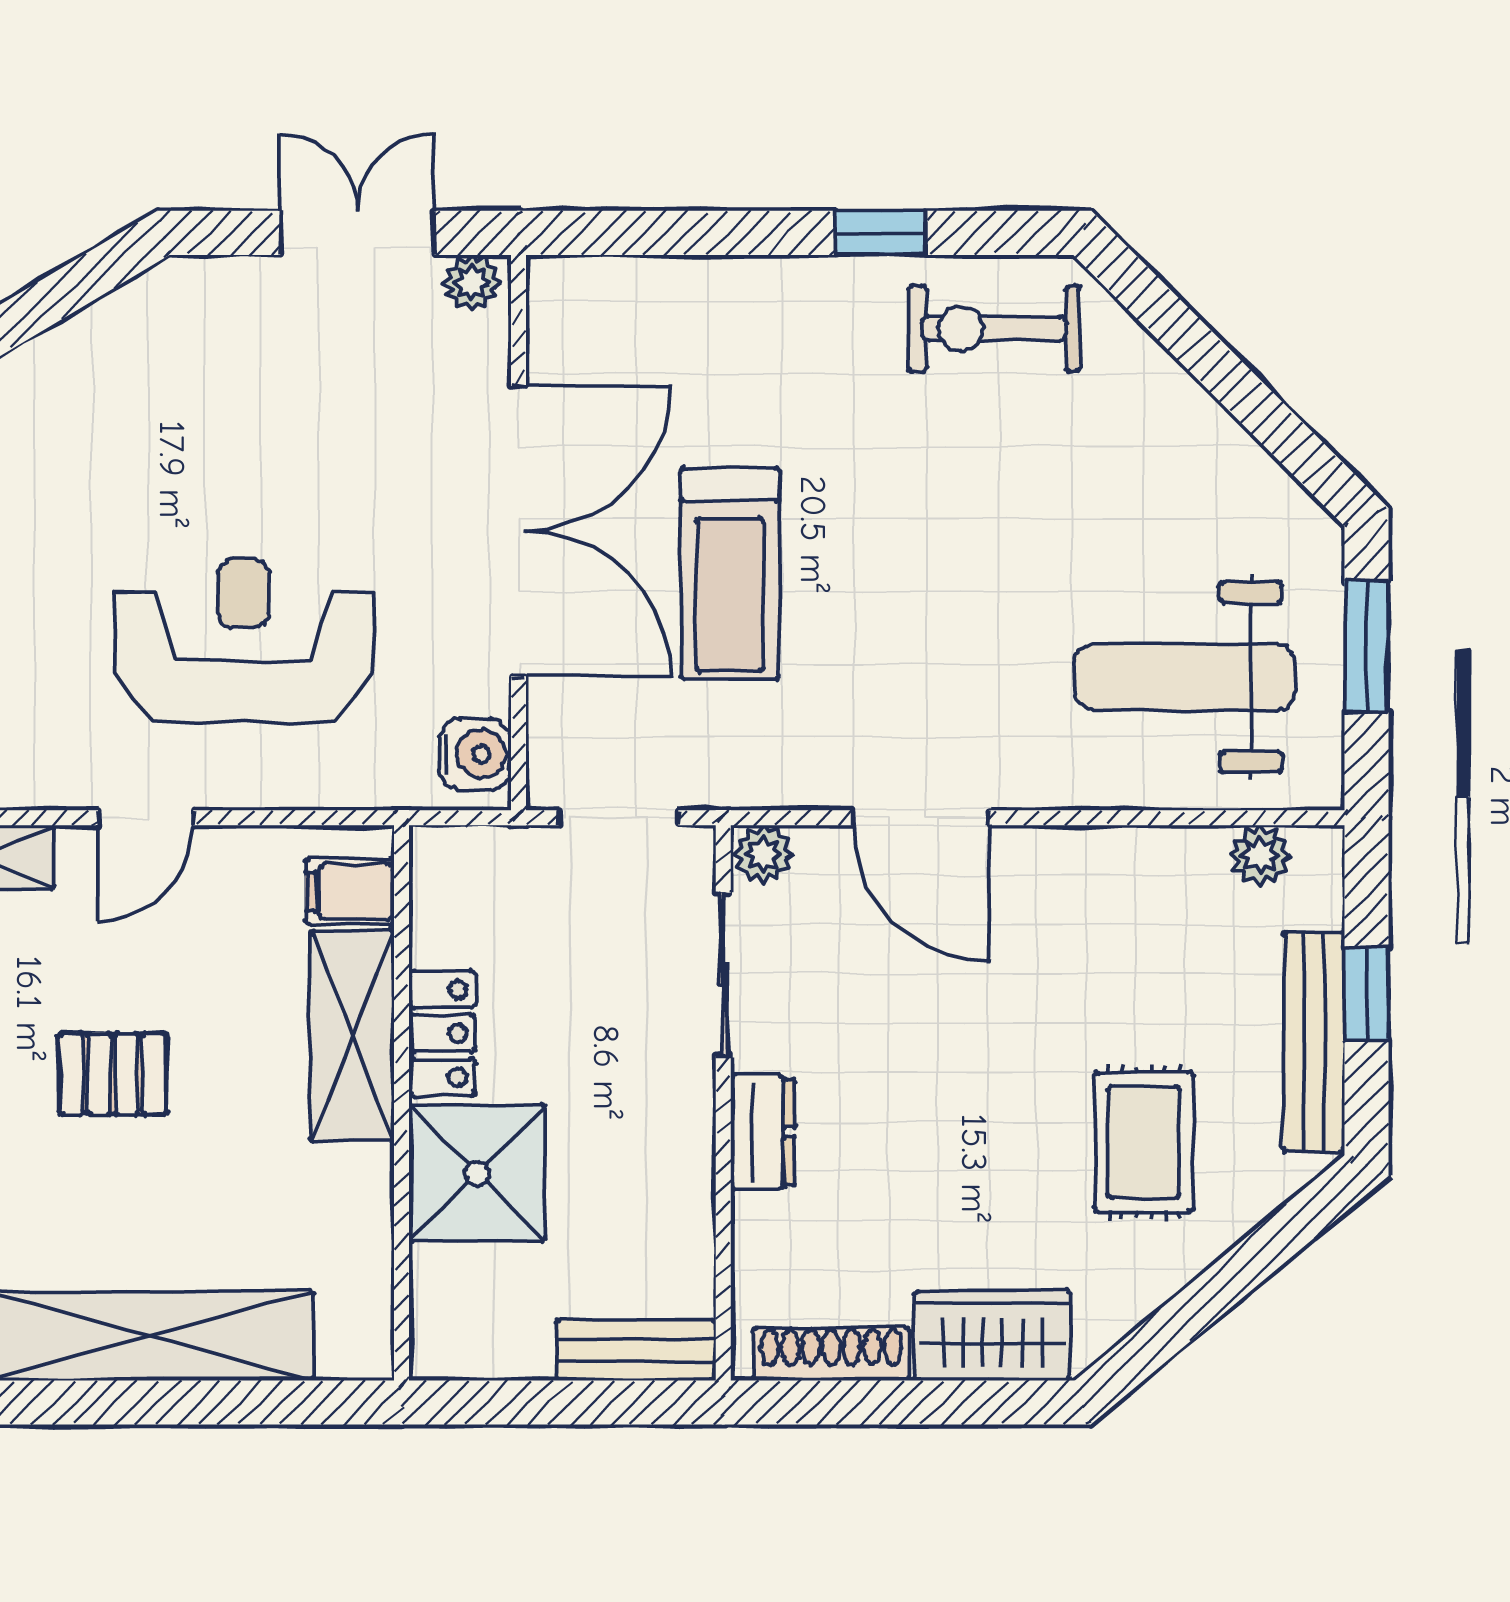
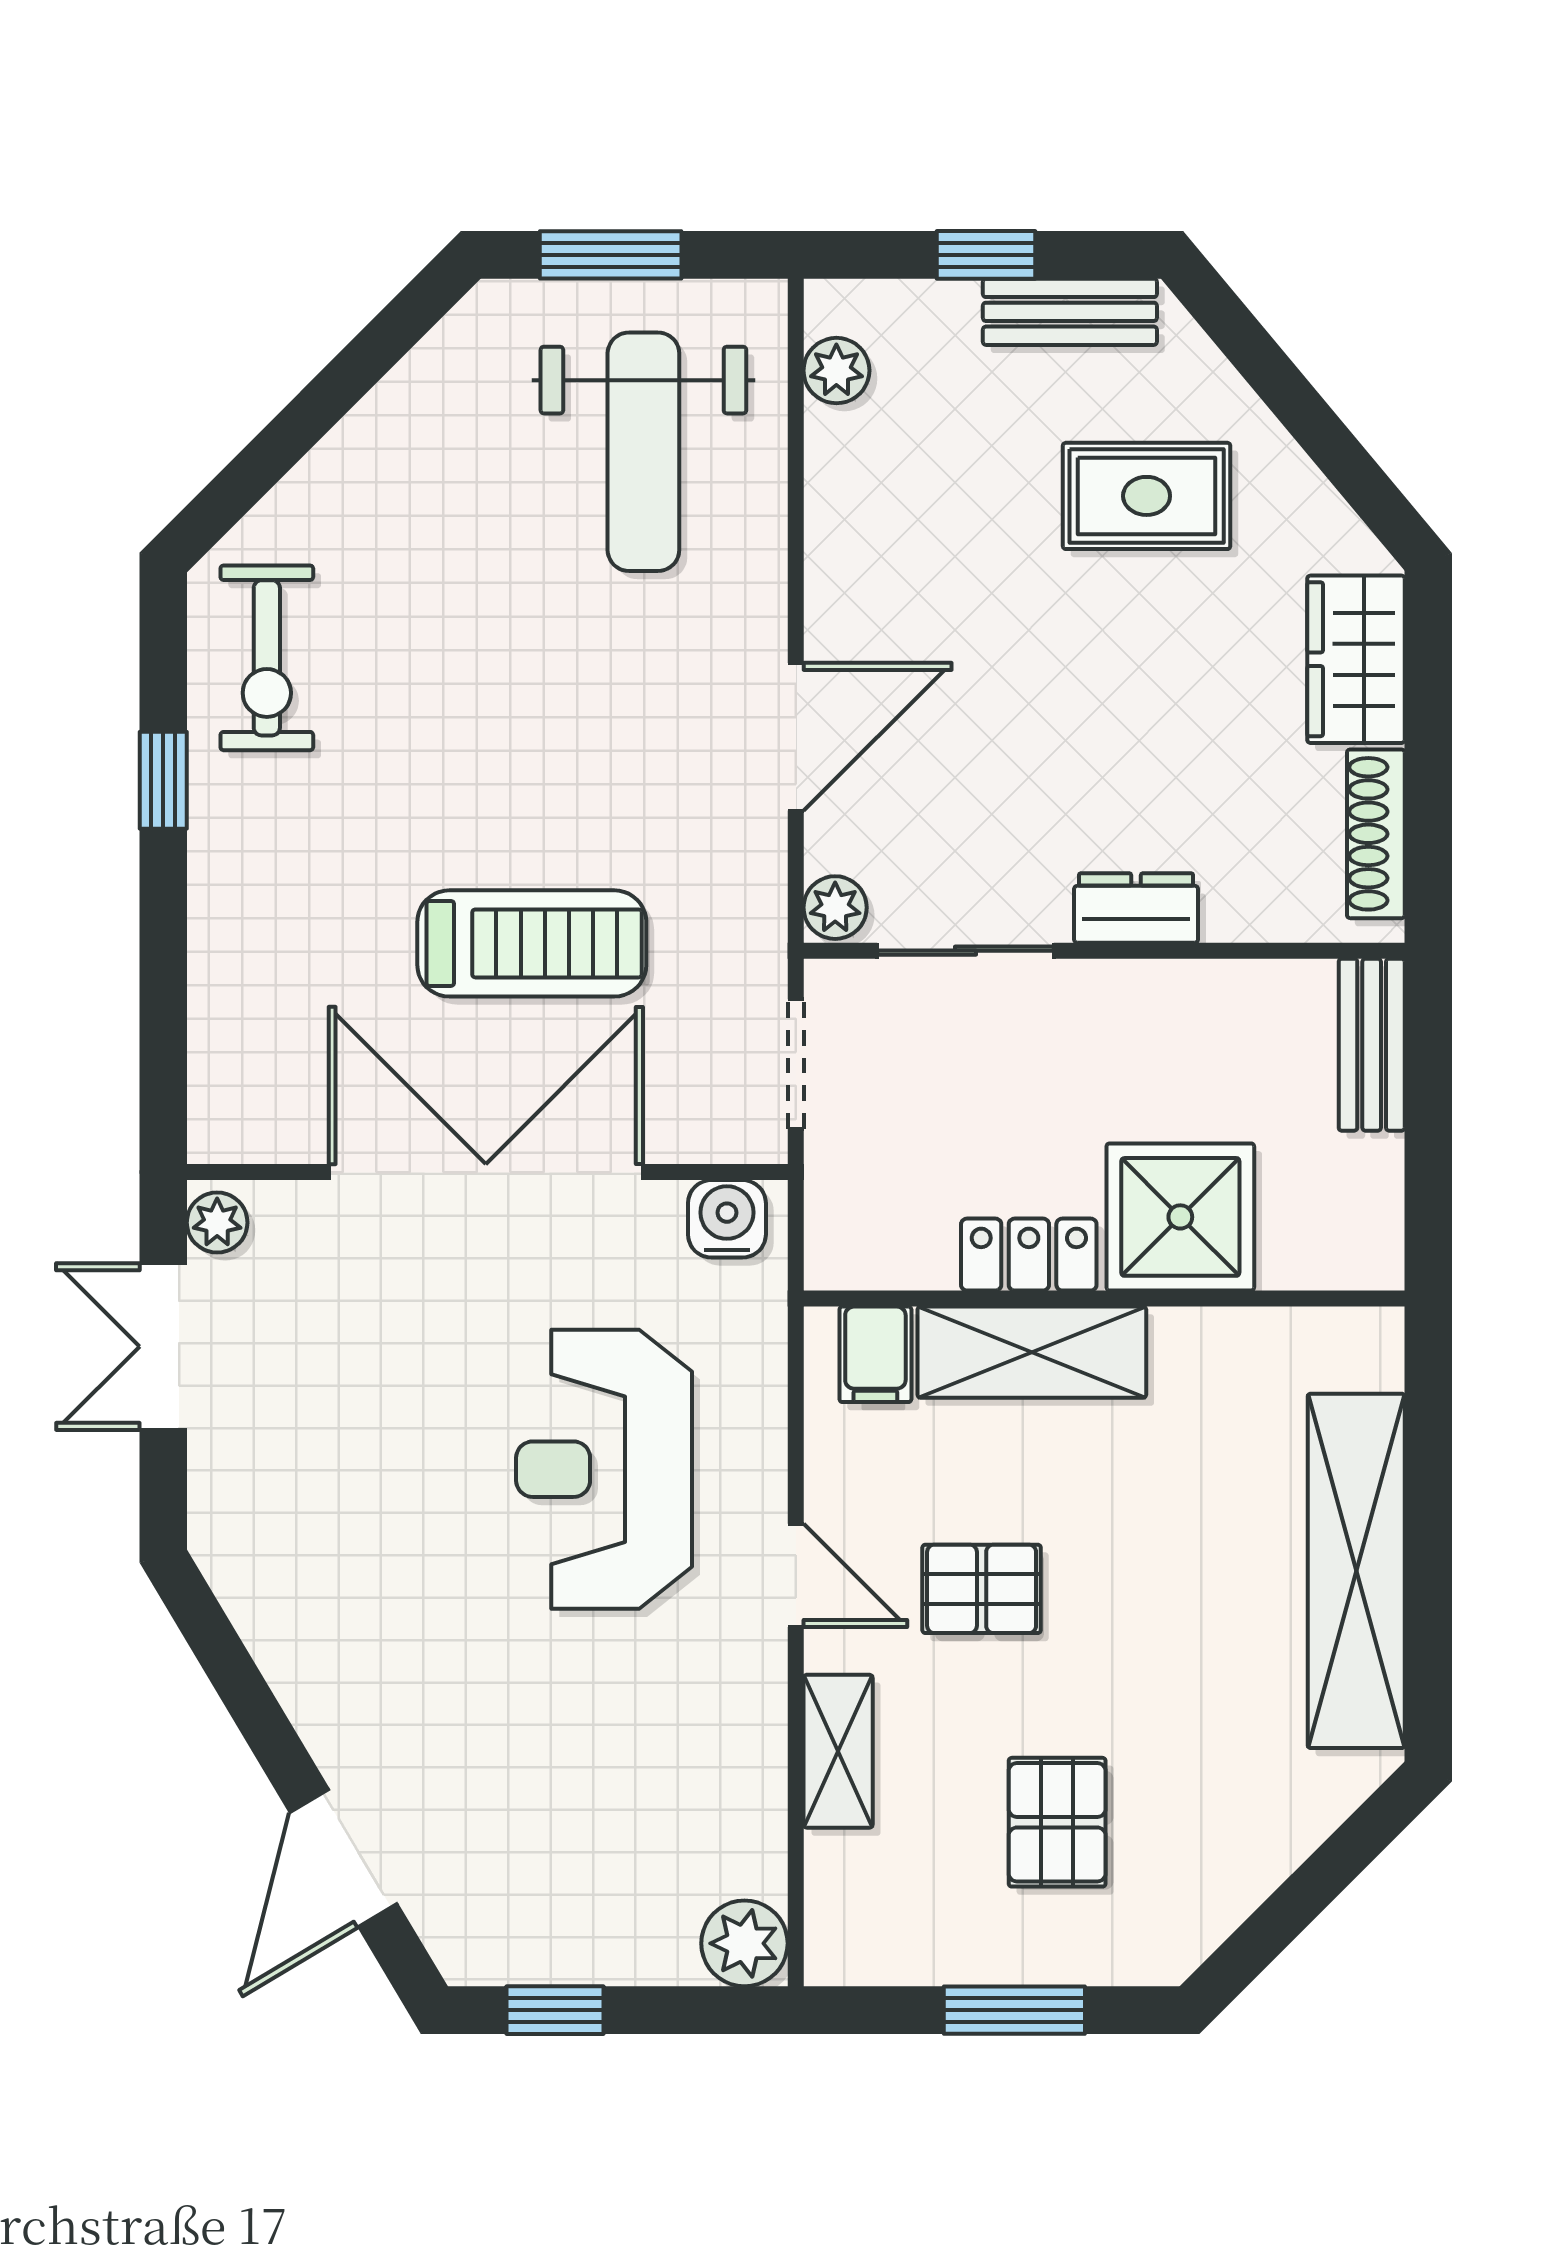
bench: (1314, 1042) -> (1070, 312), width x0.73
pallet: (113, 1074) -> (982, 1589), moved, turned 90

